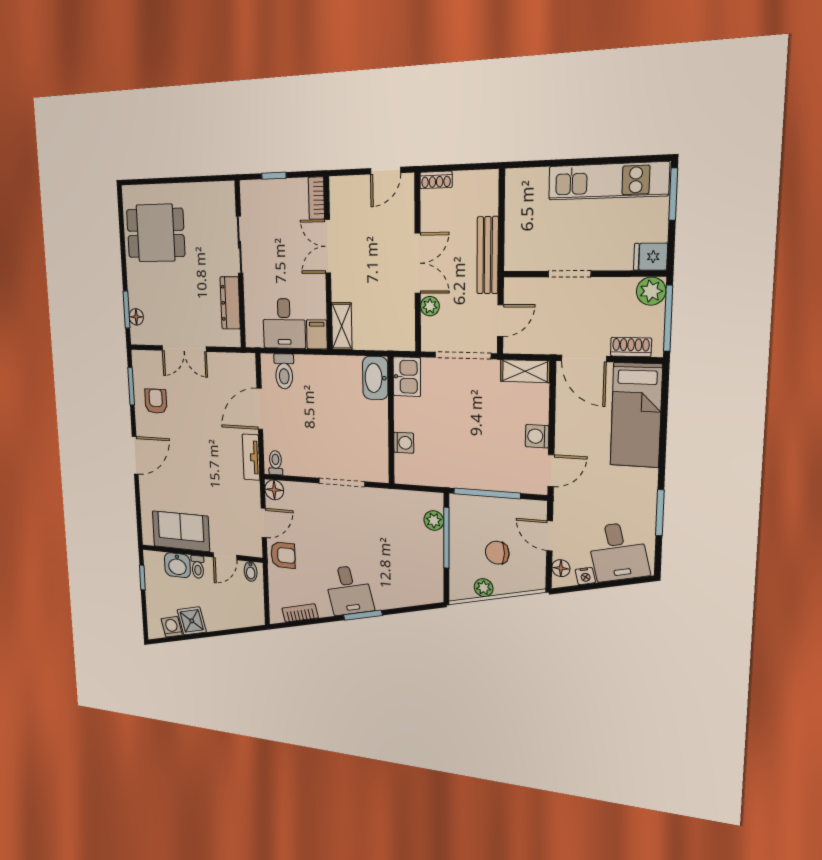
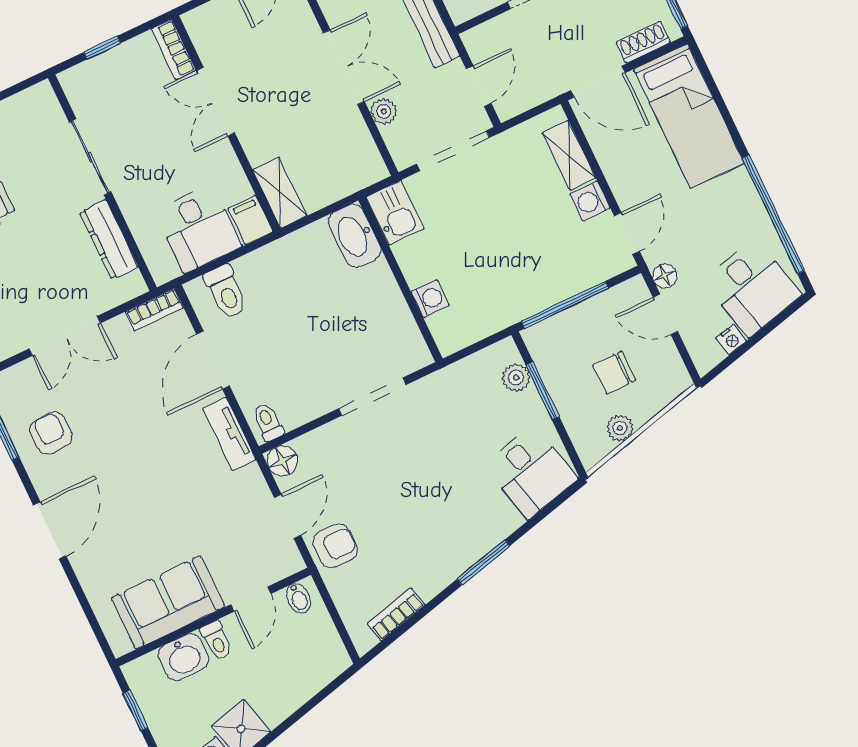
bookcase: (239, 360) -> (154, 310), added
shelving: (525, 371) -> (569, 156), moved, turned 90
window: (660, 513) -> (773, 214), width x2.11
window: (446, 538) -> (543, 391), width x0.69
floor lamp: (561, 568) -> (665, 276), moved
desk: (349, 590) -> (531, 472), moved

